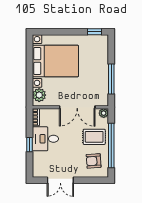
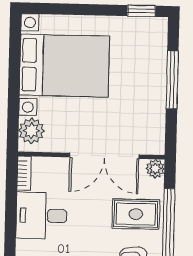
window: (111, 79) -> (172, 80), moved
window: (30, 145) -> (10, 226), removed

